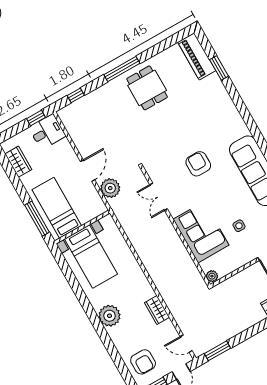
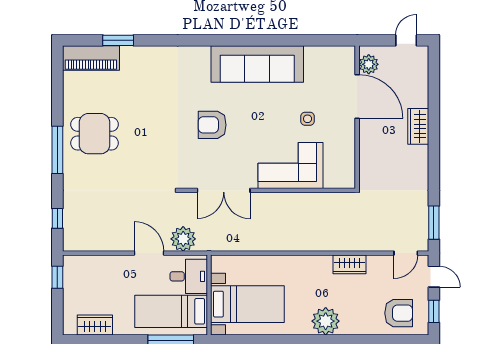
desk: (47, 132) -> (189, 276), moved, turned 90
double door: (159, 197) -> (224, 190), width x1.37
plant: (212, 276) -> (347, 181), removed

